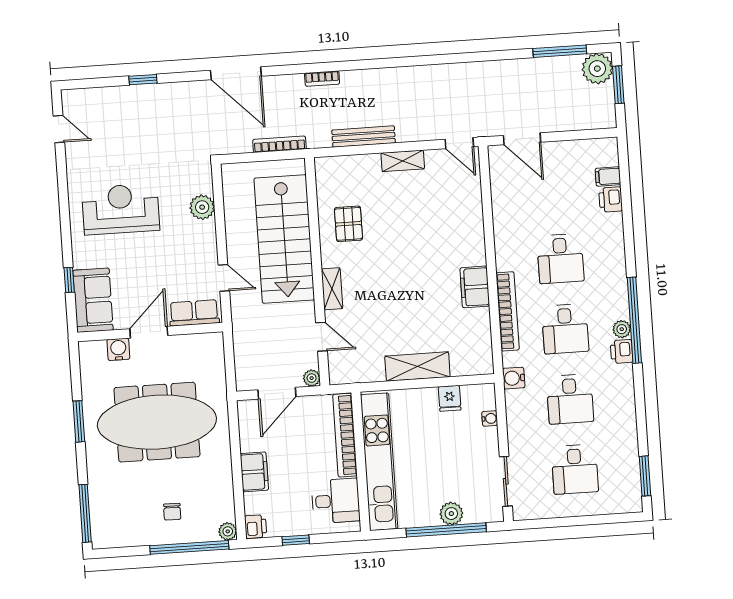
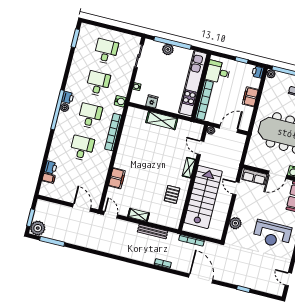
filing cabinet: (475, 287) -> (117, 178), moved

